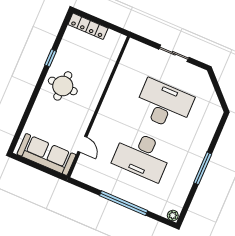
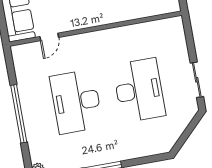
sliding door: (174, 53) -> (197, 80), moved

